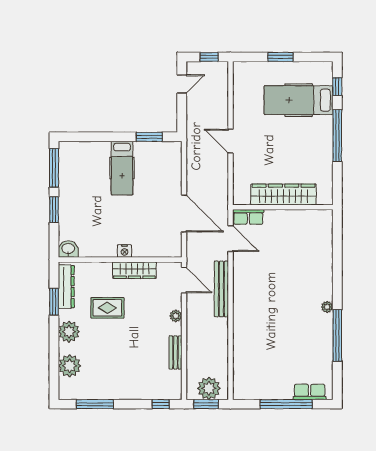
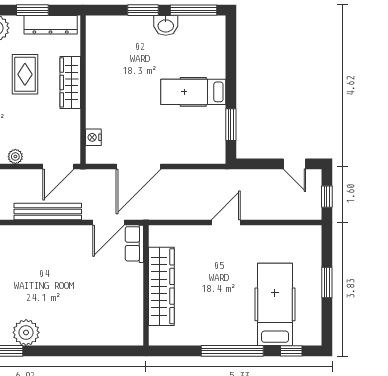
washbasin: (68, 249) -> (166, 25), moved, turned 90
nightstand: (124, 251) -> (93, 137), moved
wardrobe: (134, 270) -> (70, 82), moved
plant: (327, 307) -> (26, 332), width x1.88, depth x1.88

